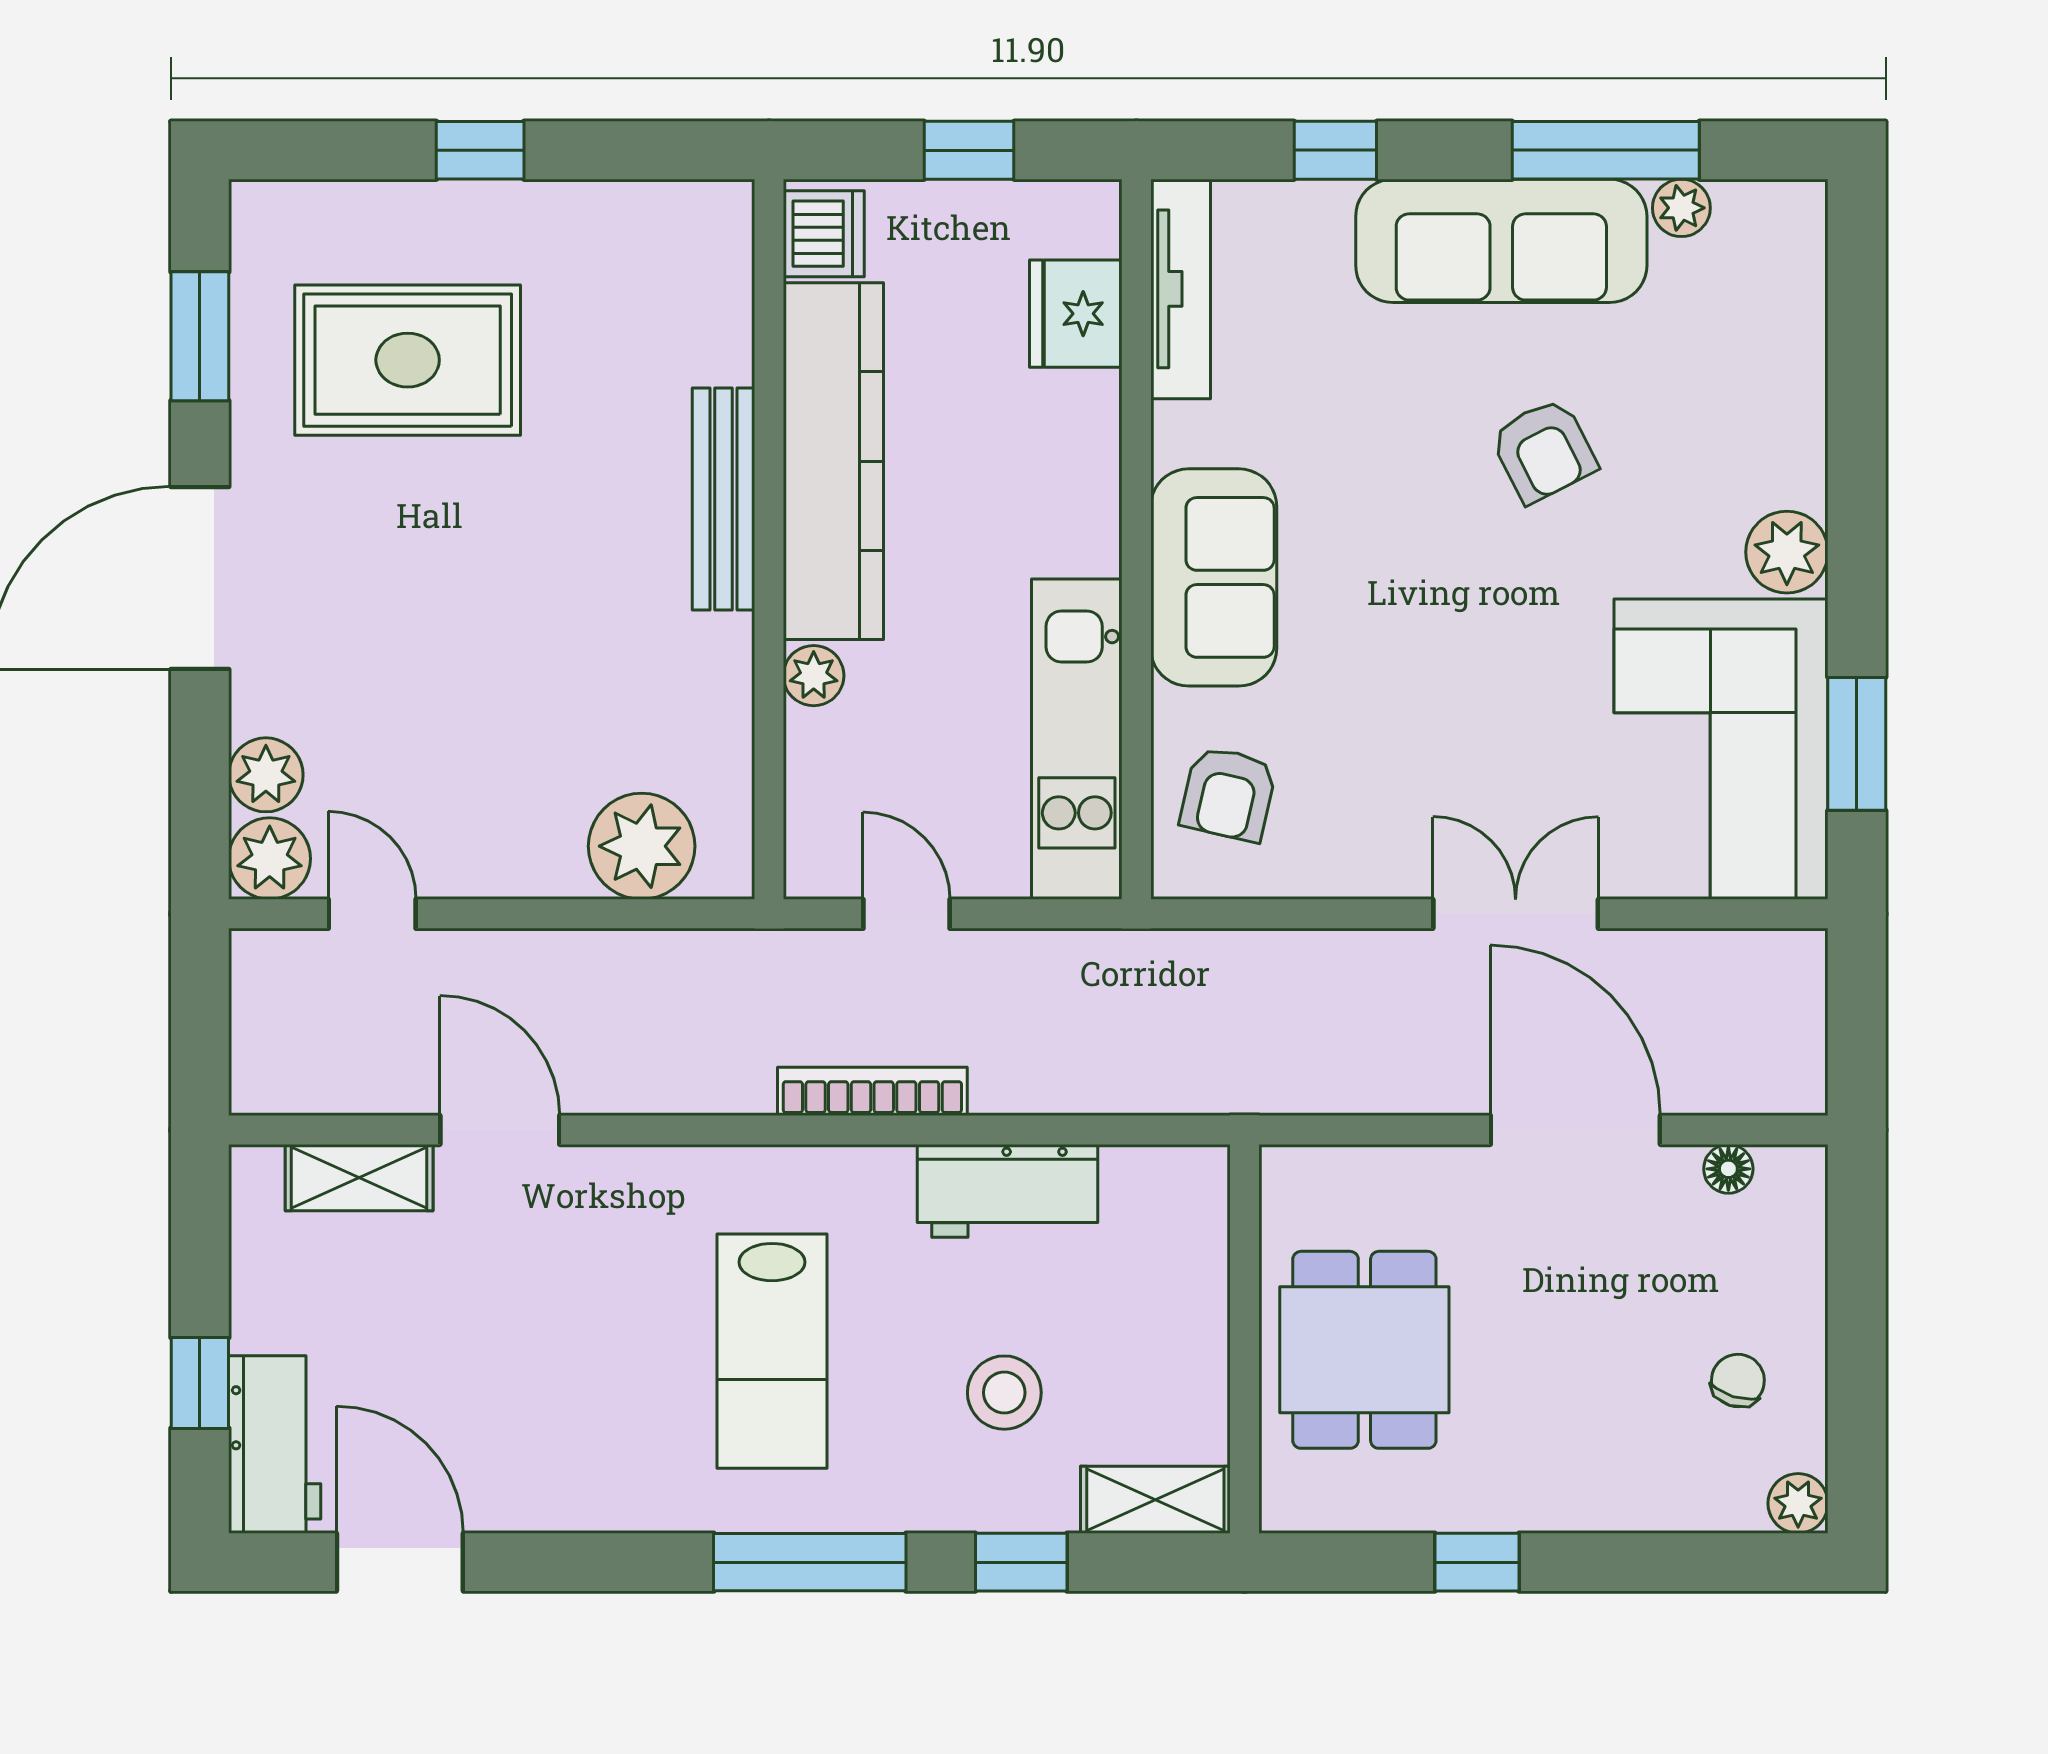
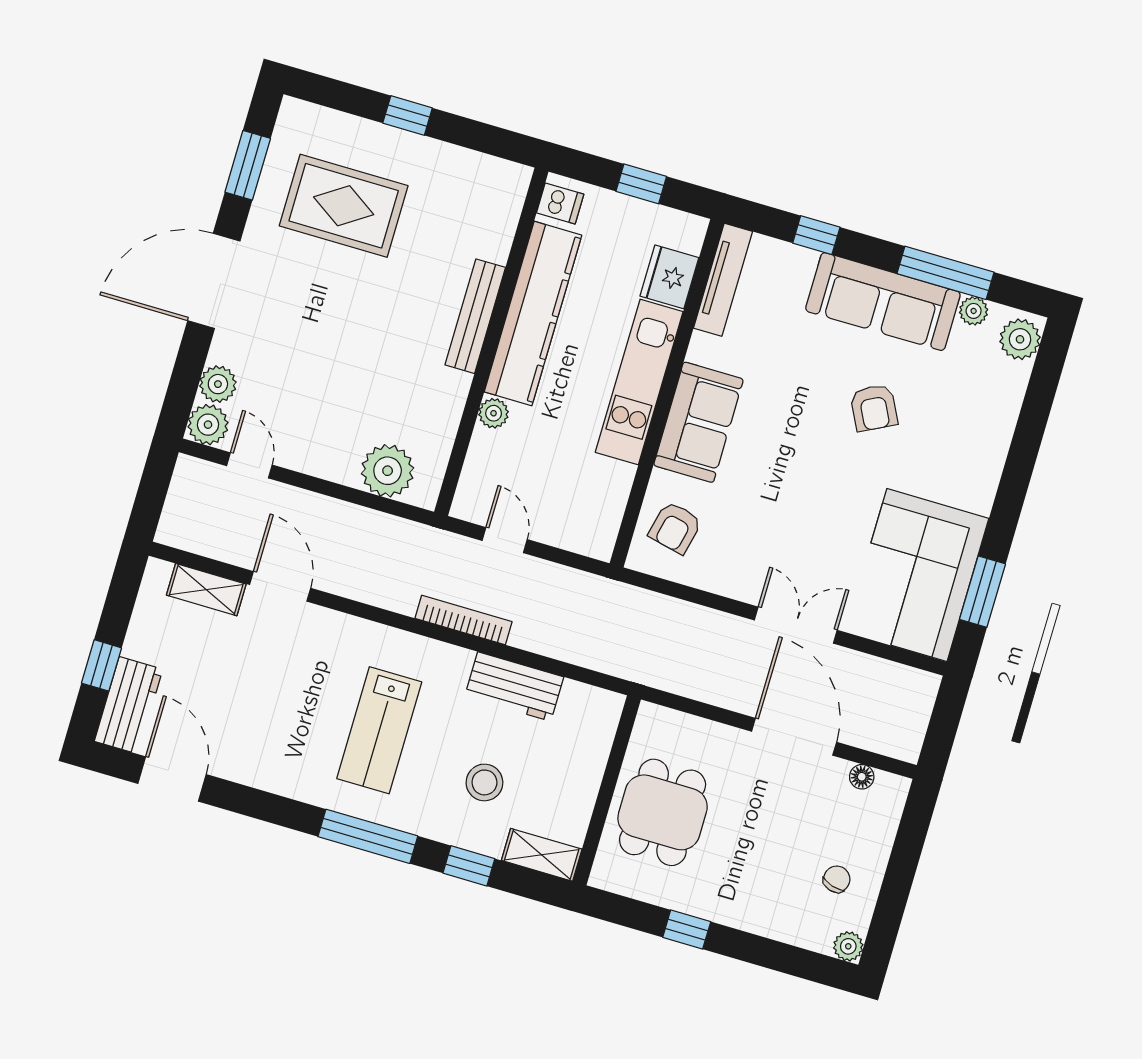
dishwasher: (824, 234) -> (560, 203), width x0.73
plant: (1787, 552) -> (1020, 339), moved
kitchen unit: (1077, 739) -> (639, 382), moved

